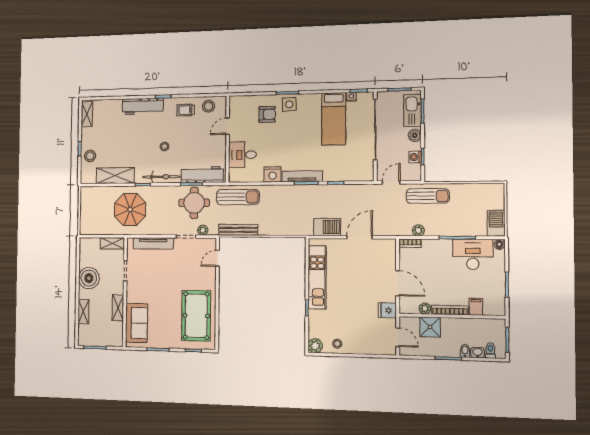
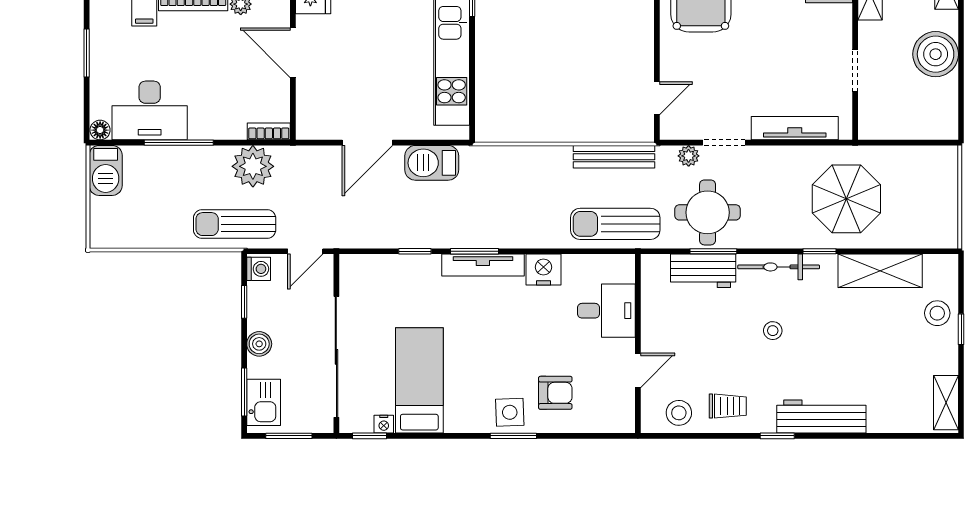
kitchen sink: (412, 110) -> (264, 402), width x0.73
armchair: (267, 114) -> (555, 393), turned 180
washing machine: (415, 157) -> (259, 269), moved
workbench: (202, 175) -> (703, 271), width x0.73
plant: (418, 230) -> (253, 166), width x1.88, depth x1.88
shelving: (112, 243) -> (884, 128), removed

